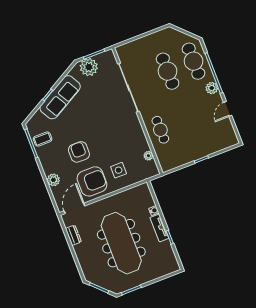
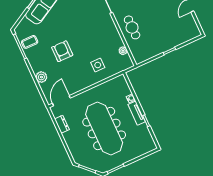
armchair: (92, 181) -> (75, 76), removed

